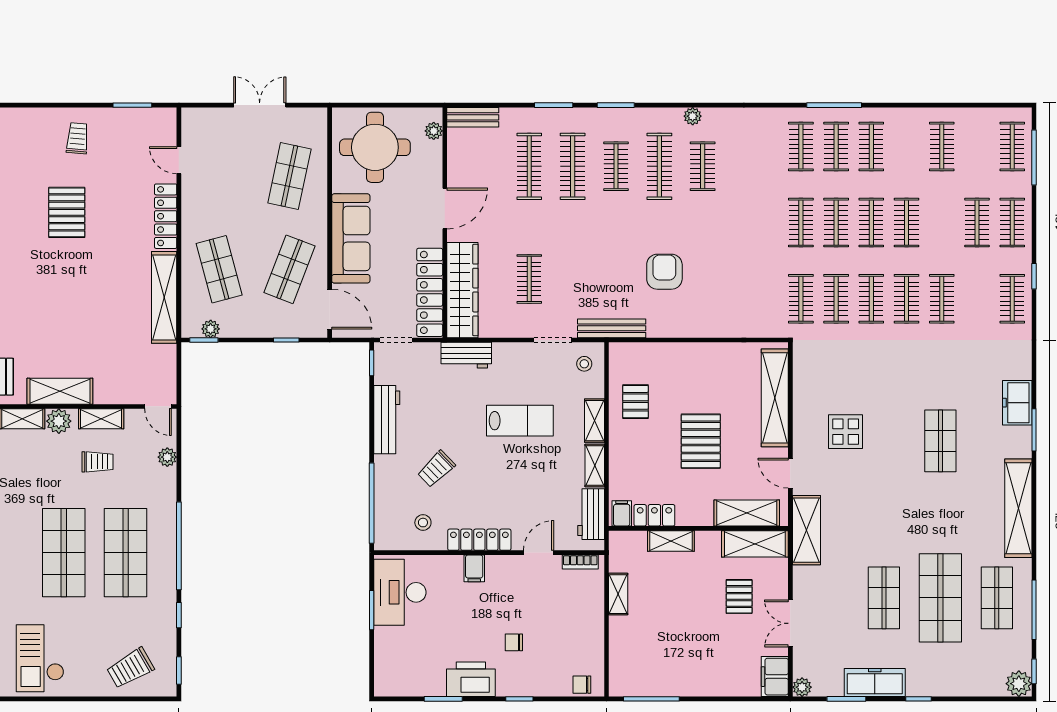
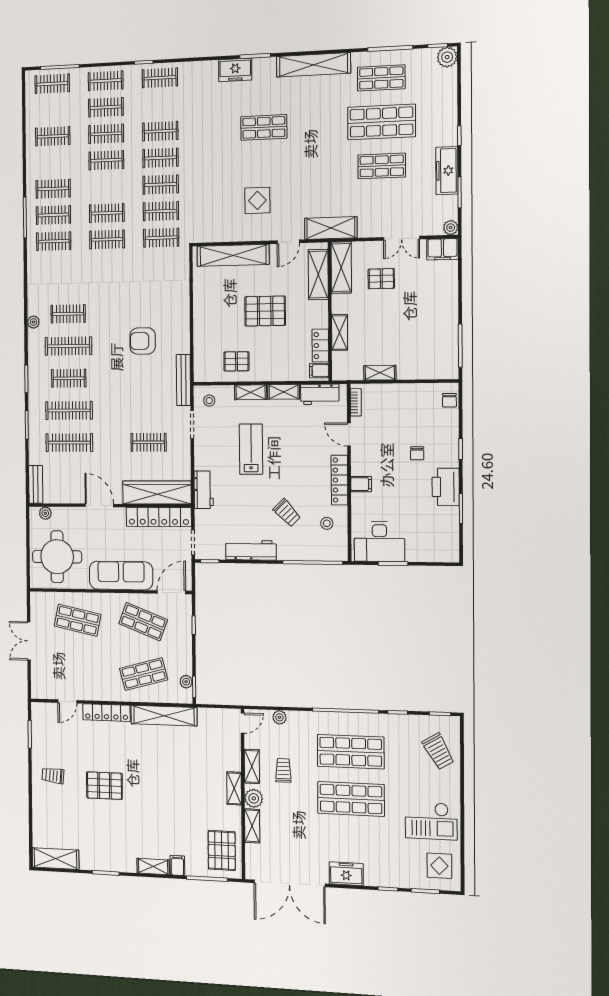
clothes rail: (871, 223) -> (106, 134), moved
shelving: (60, 391) -> (234, 788), width x0.67, depth x0.75

